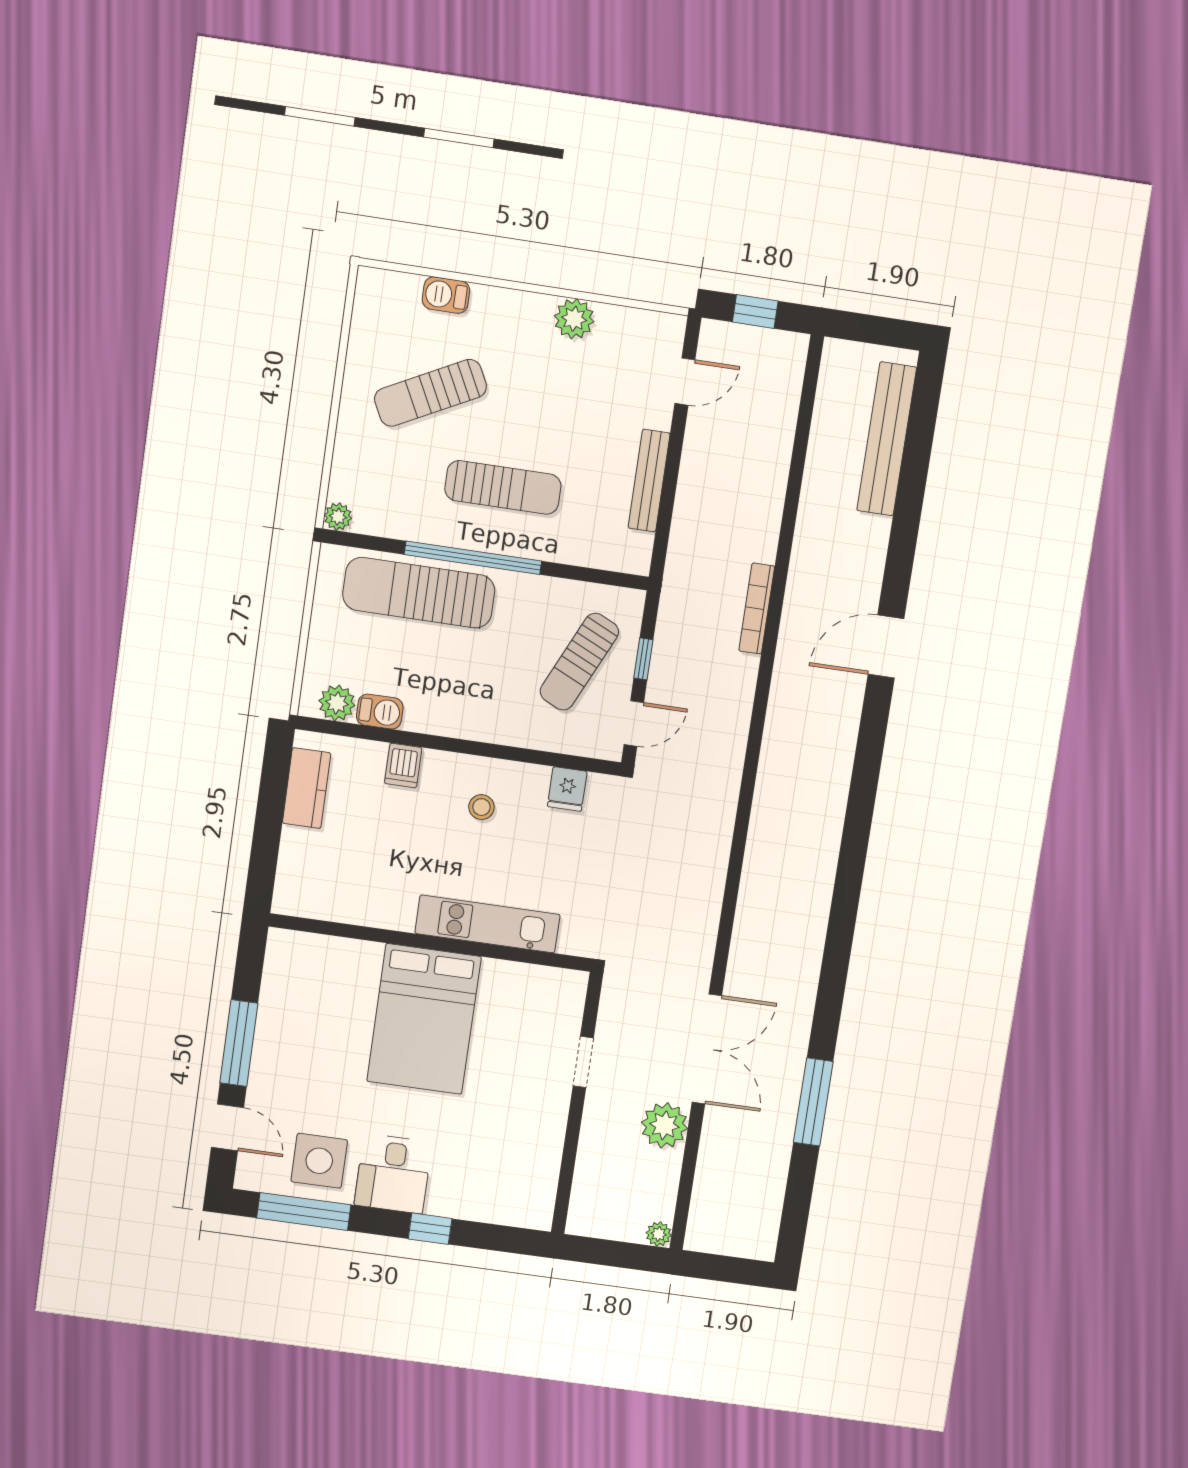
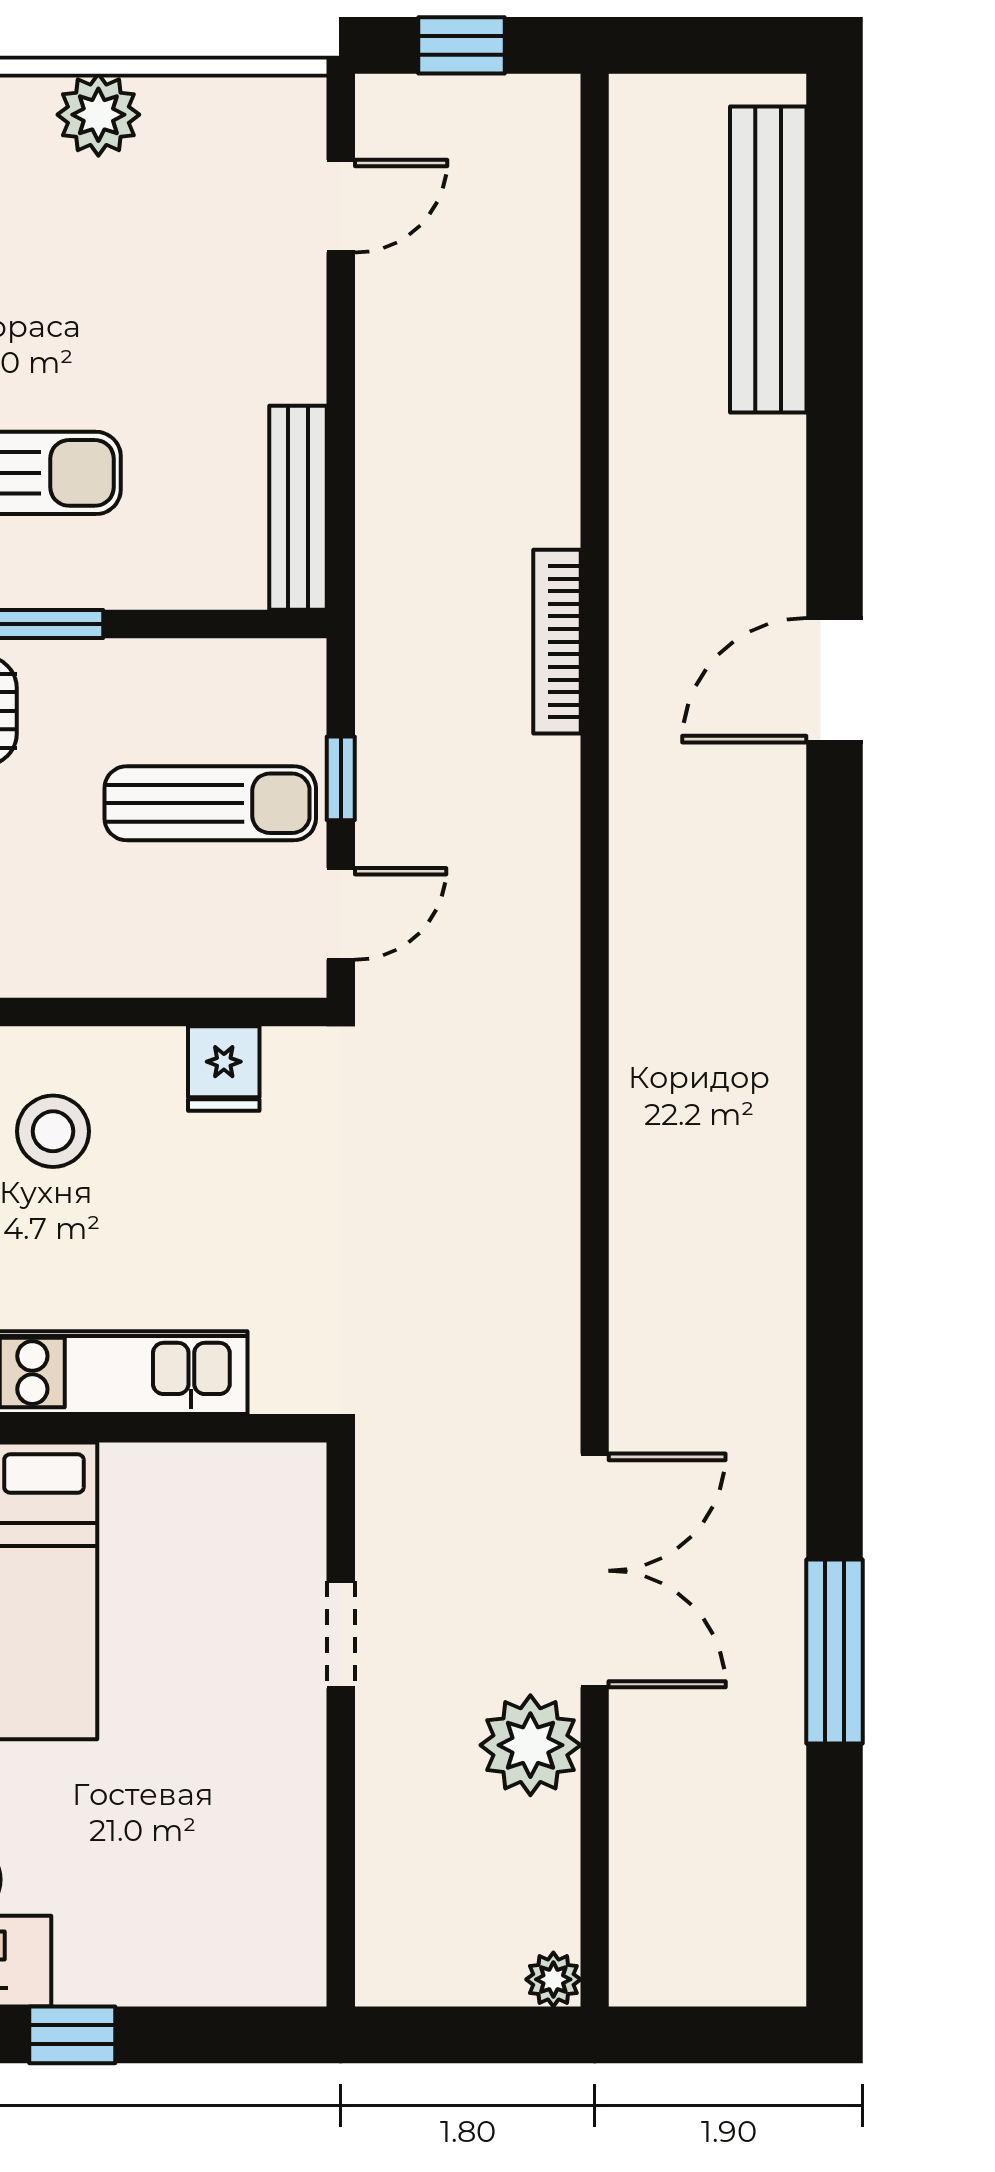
bench: (649, 481) -> (298, 508), moved
sun lounger: (579, 662) -> (210, 803), turned -115
stool: (481, 807) -> (53, 1131), width x1.37, depth x1.37

